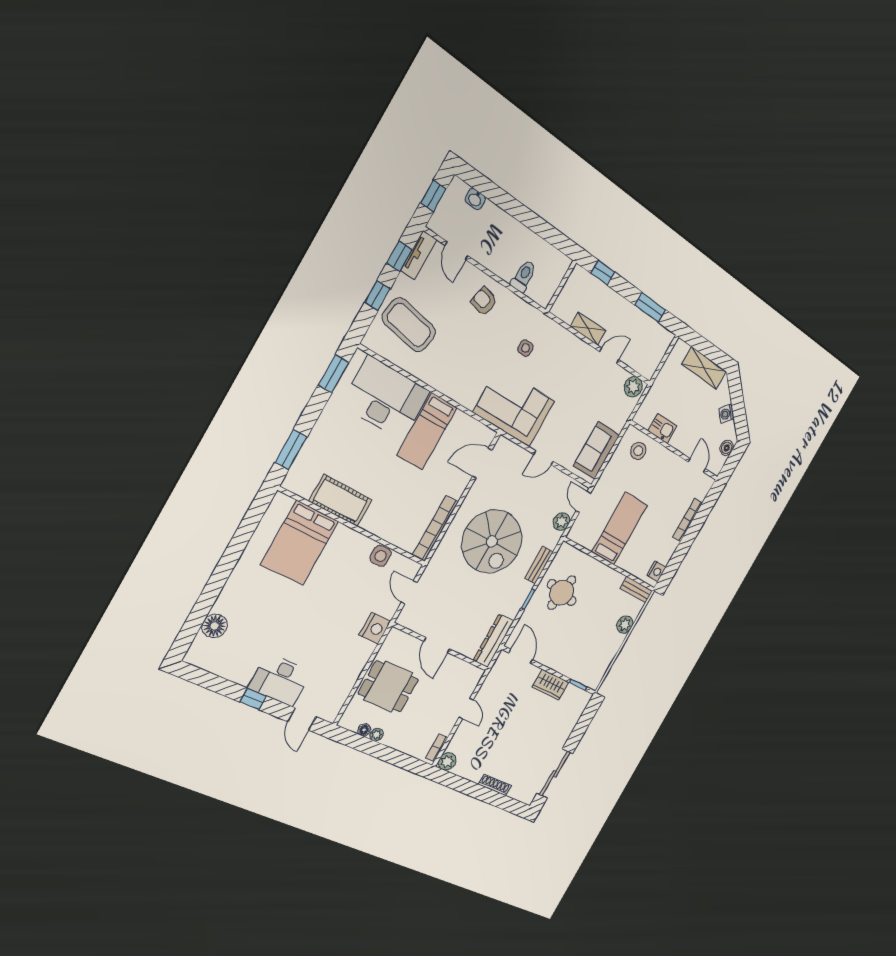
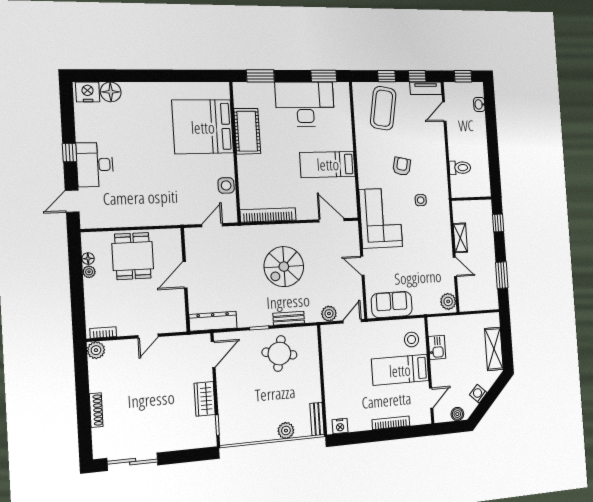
armchair: (484, 301) -> (402, 166), moved
desk: (386, 398) -> (305, 104), moved, turned -90
bed: (620, 529) -> (400, 370), moved, turned 180
spiral stairs: (492, 541) -> (284, 267), width x0.73, depth x0.73
bed: (300, 543) -> (203, 127), width x1.36
nightstand: (375, 628) -> (88, 92), moved, turned 180

